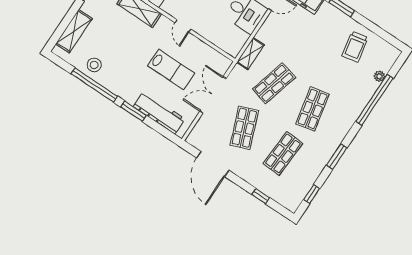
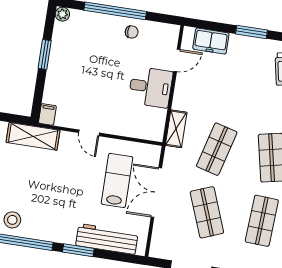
lab bench: (171, 69) -> (117, 180), moved, turned -90

